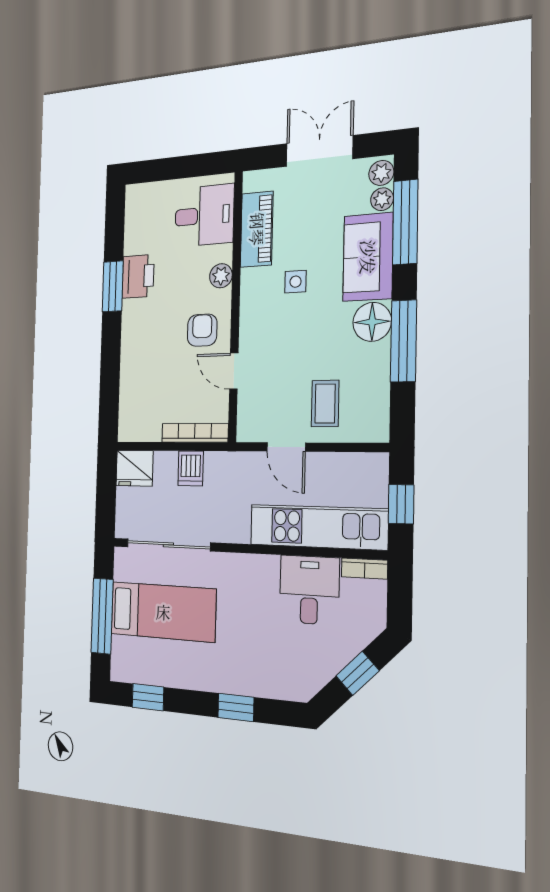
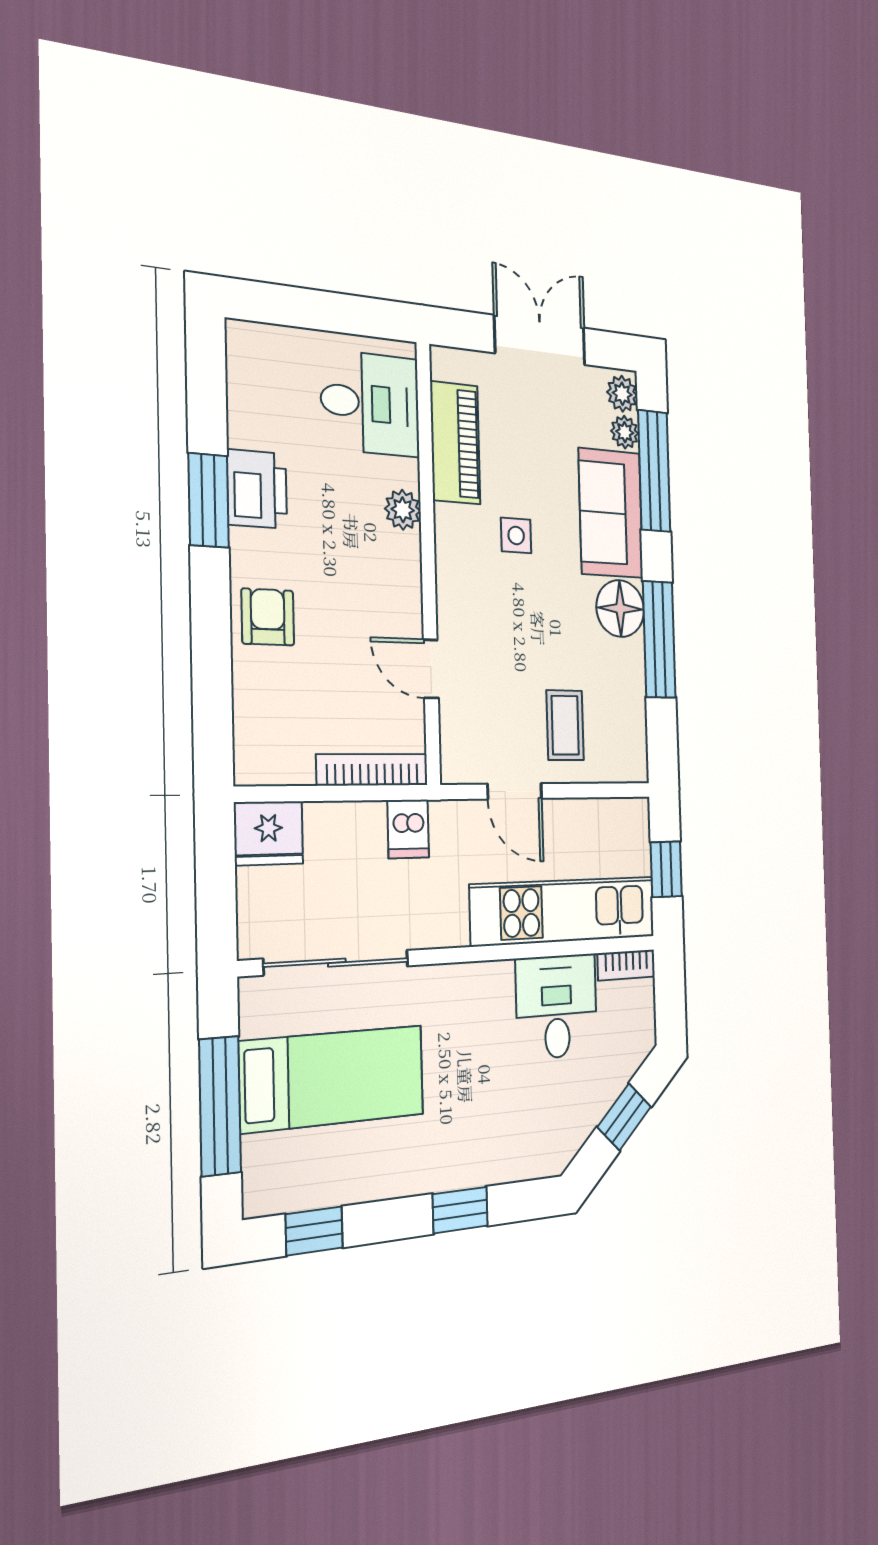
armchair: (202, 330) -> (268, 617), moved
dishwasher: (191, 468) -> (408, 829), moved

